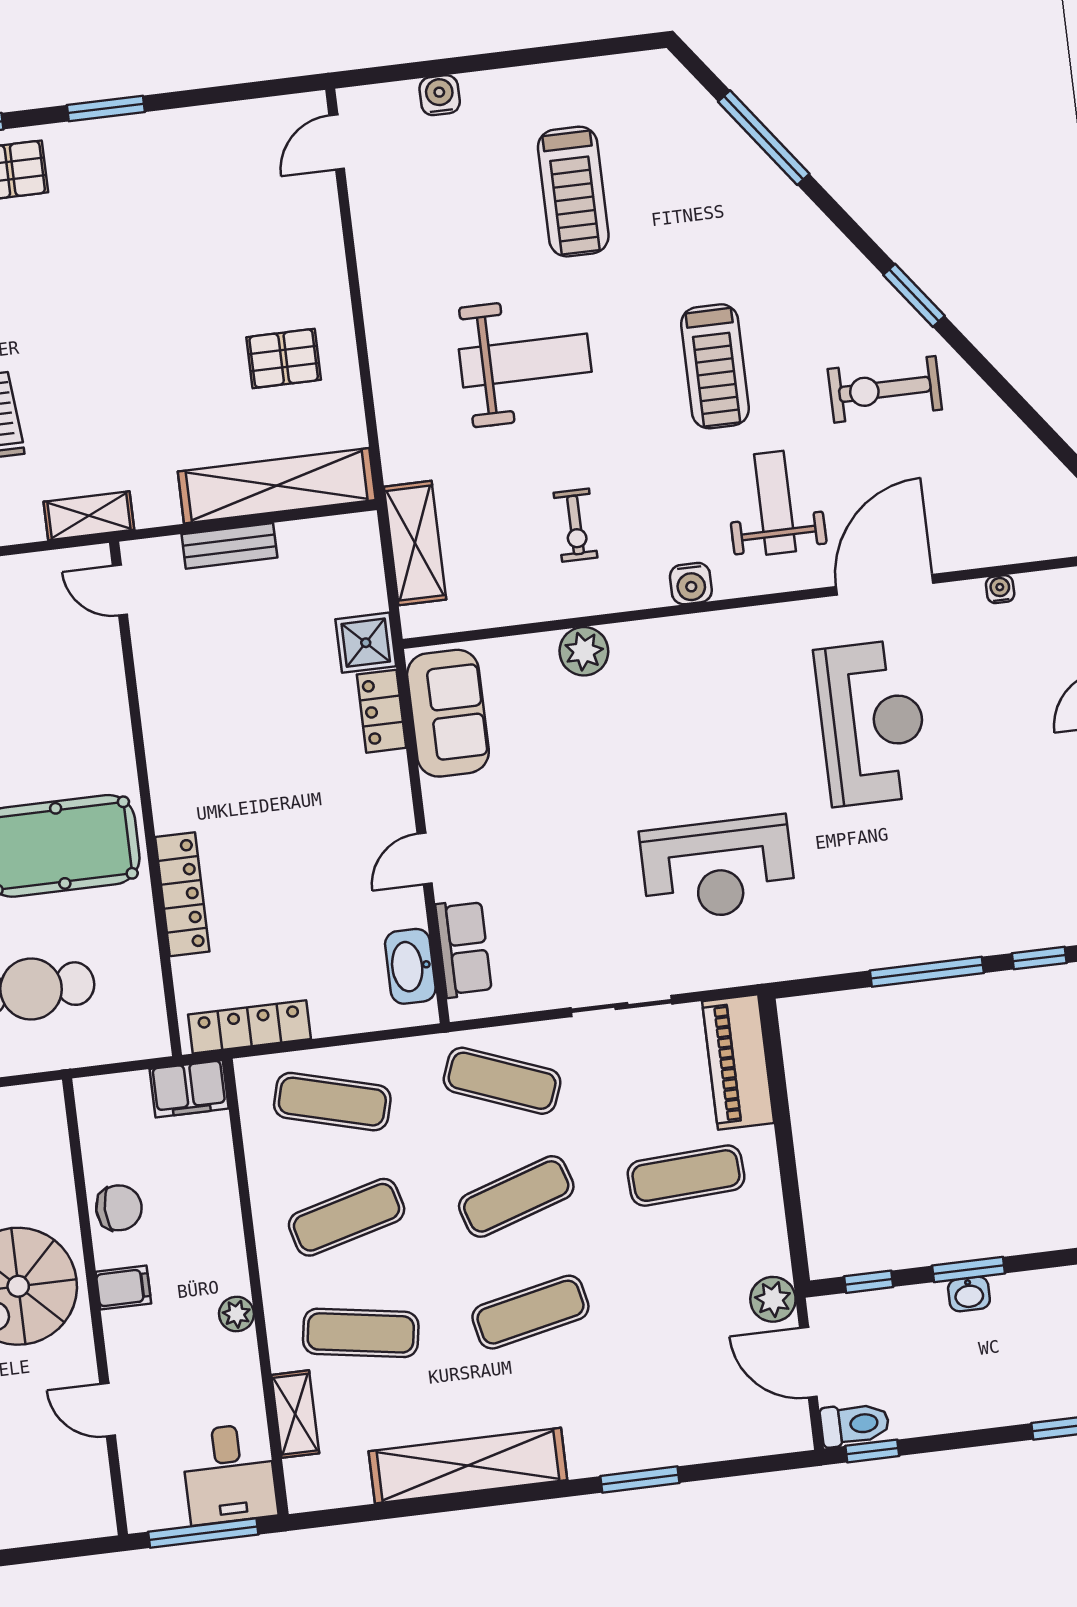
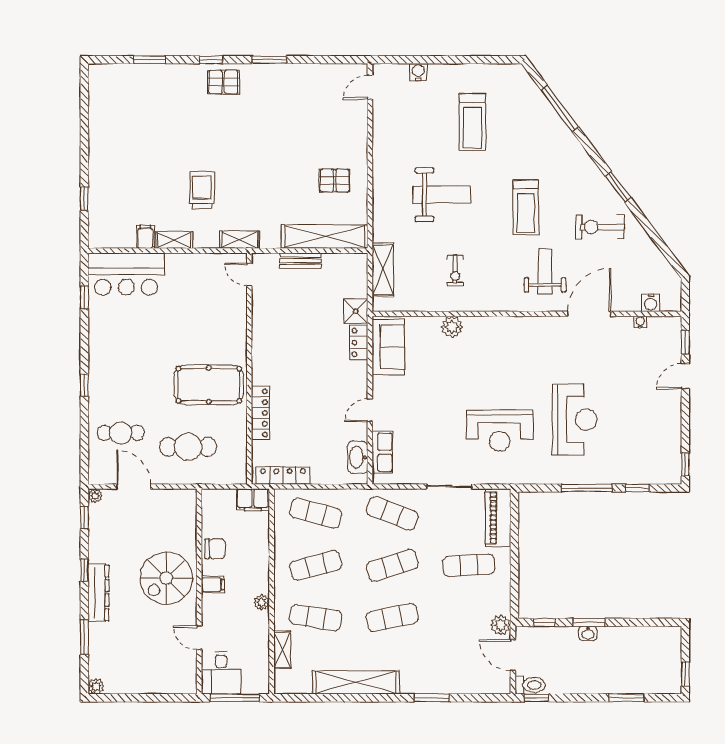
water cooler: (691, 584) -> (651, 303), moved
reception desk: (872, 723) -> (575, 420), moved
desk: (229, 1474) -> (221, 673), moved

